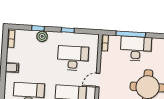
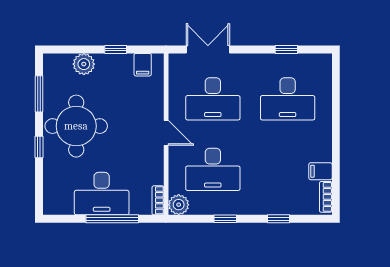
plant: (42, 36) -> (179, 205), moved
filing cabinet: (12, 68) -> (320, 171), moved
door: (98, 80) -> (166, 133), hinge flipped

